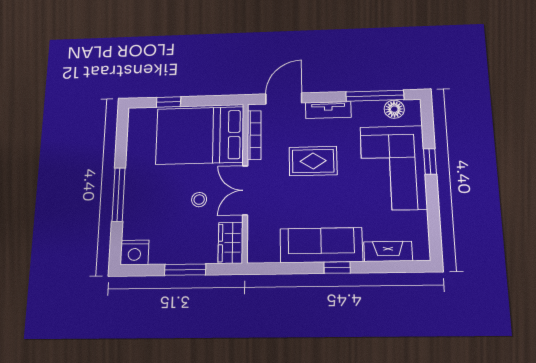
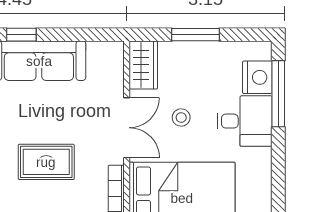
window: (119, 194) -> (278, 94), moved
desk: (146, 198) -> (245, 121), added
nightstand: (134, 252) -> (257, 77), moved, turned 90

